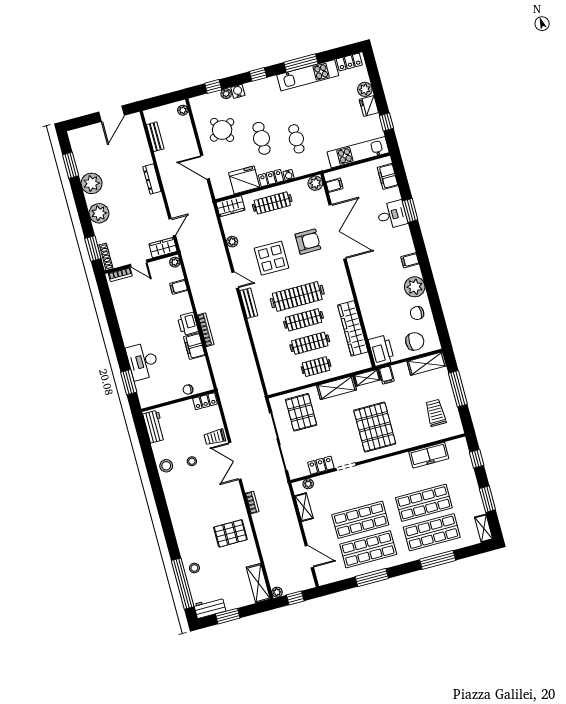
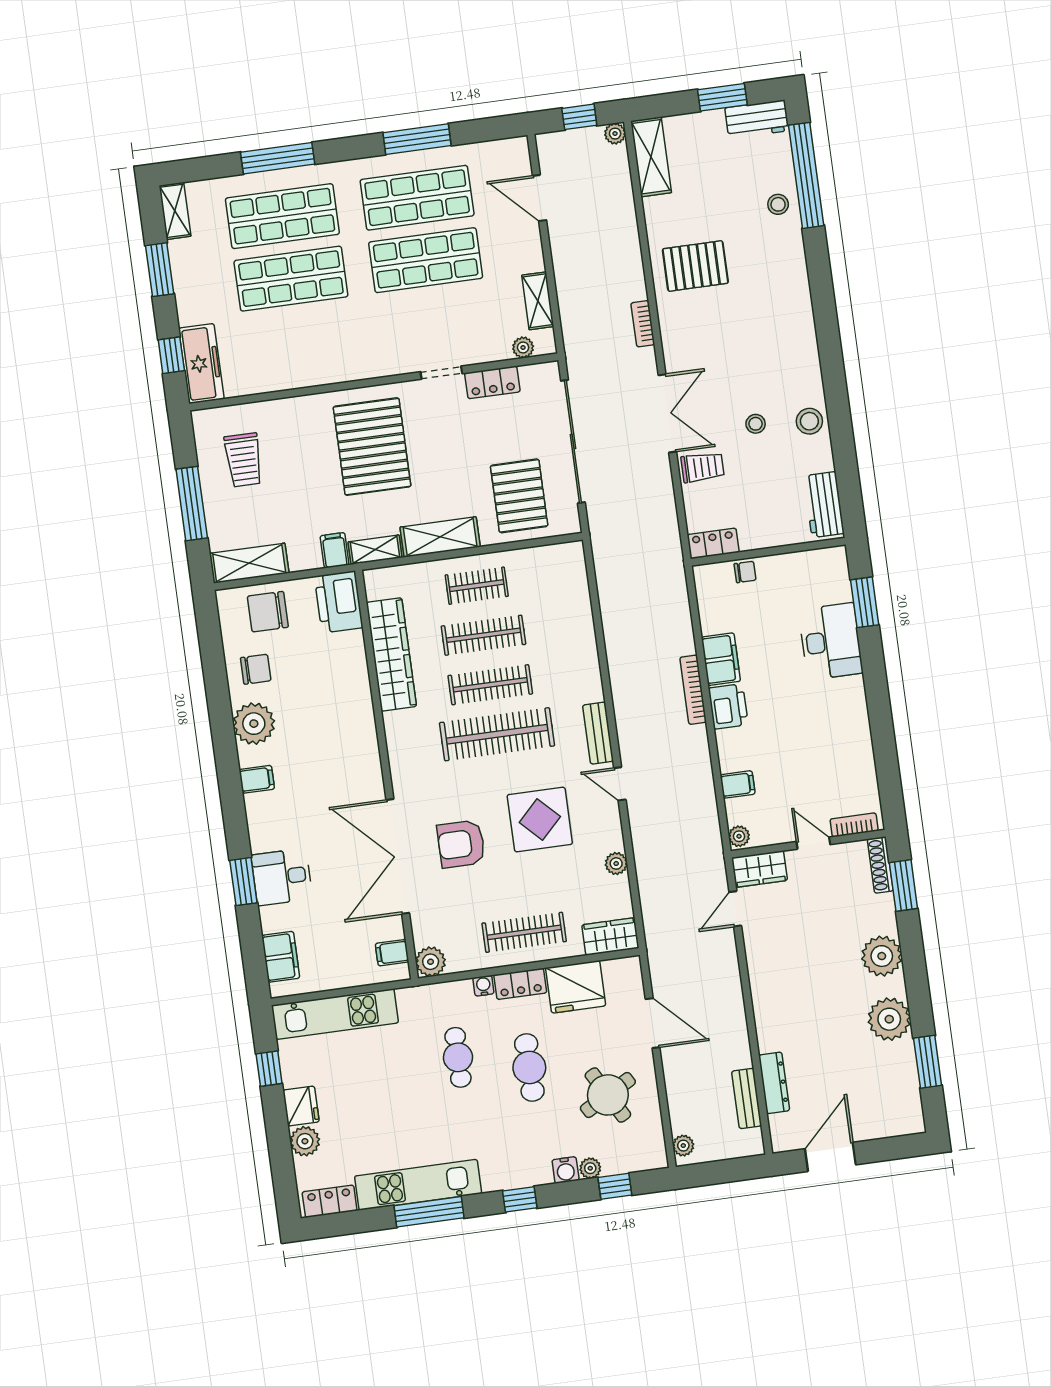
dresser: (152, 179) -> (774, 1083), moved
freezer: (429, 455) -> (201, 364), moved, turned 90

